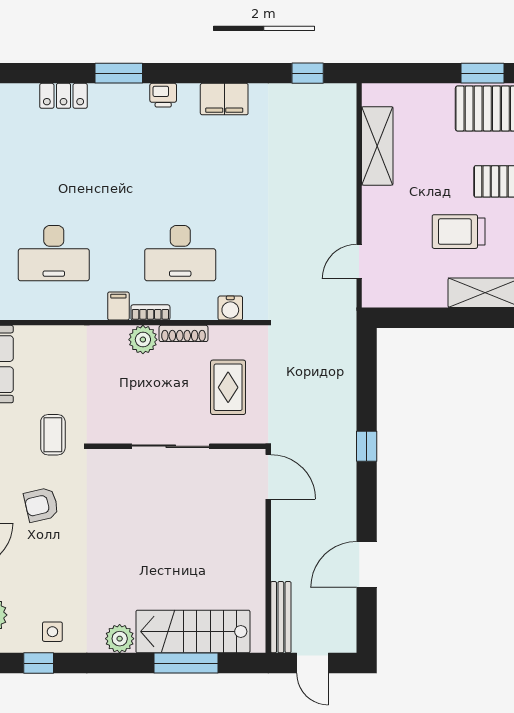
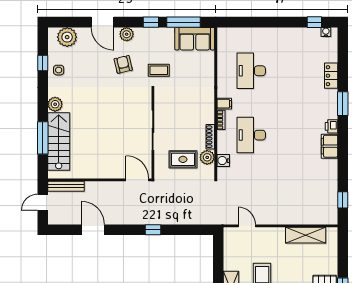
filing cabinet: (224, 99) -> (329, 146), moved
plant: (143, 340) -> (207, 157), moved
door: (268, 477) -> (137, 180), swing flipped

